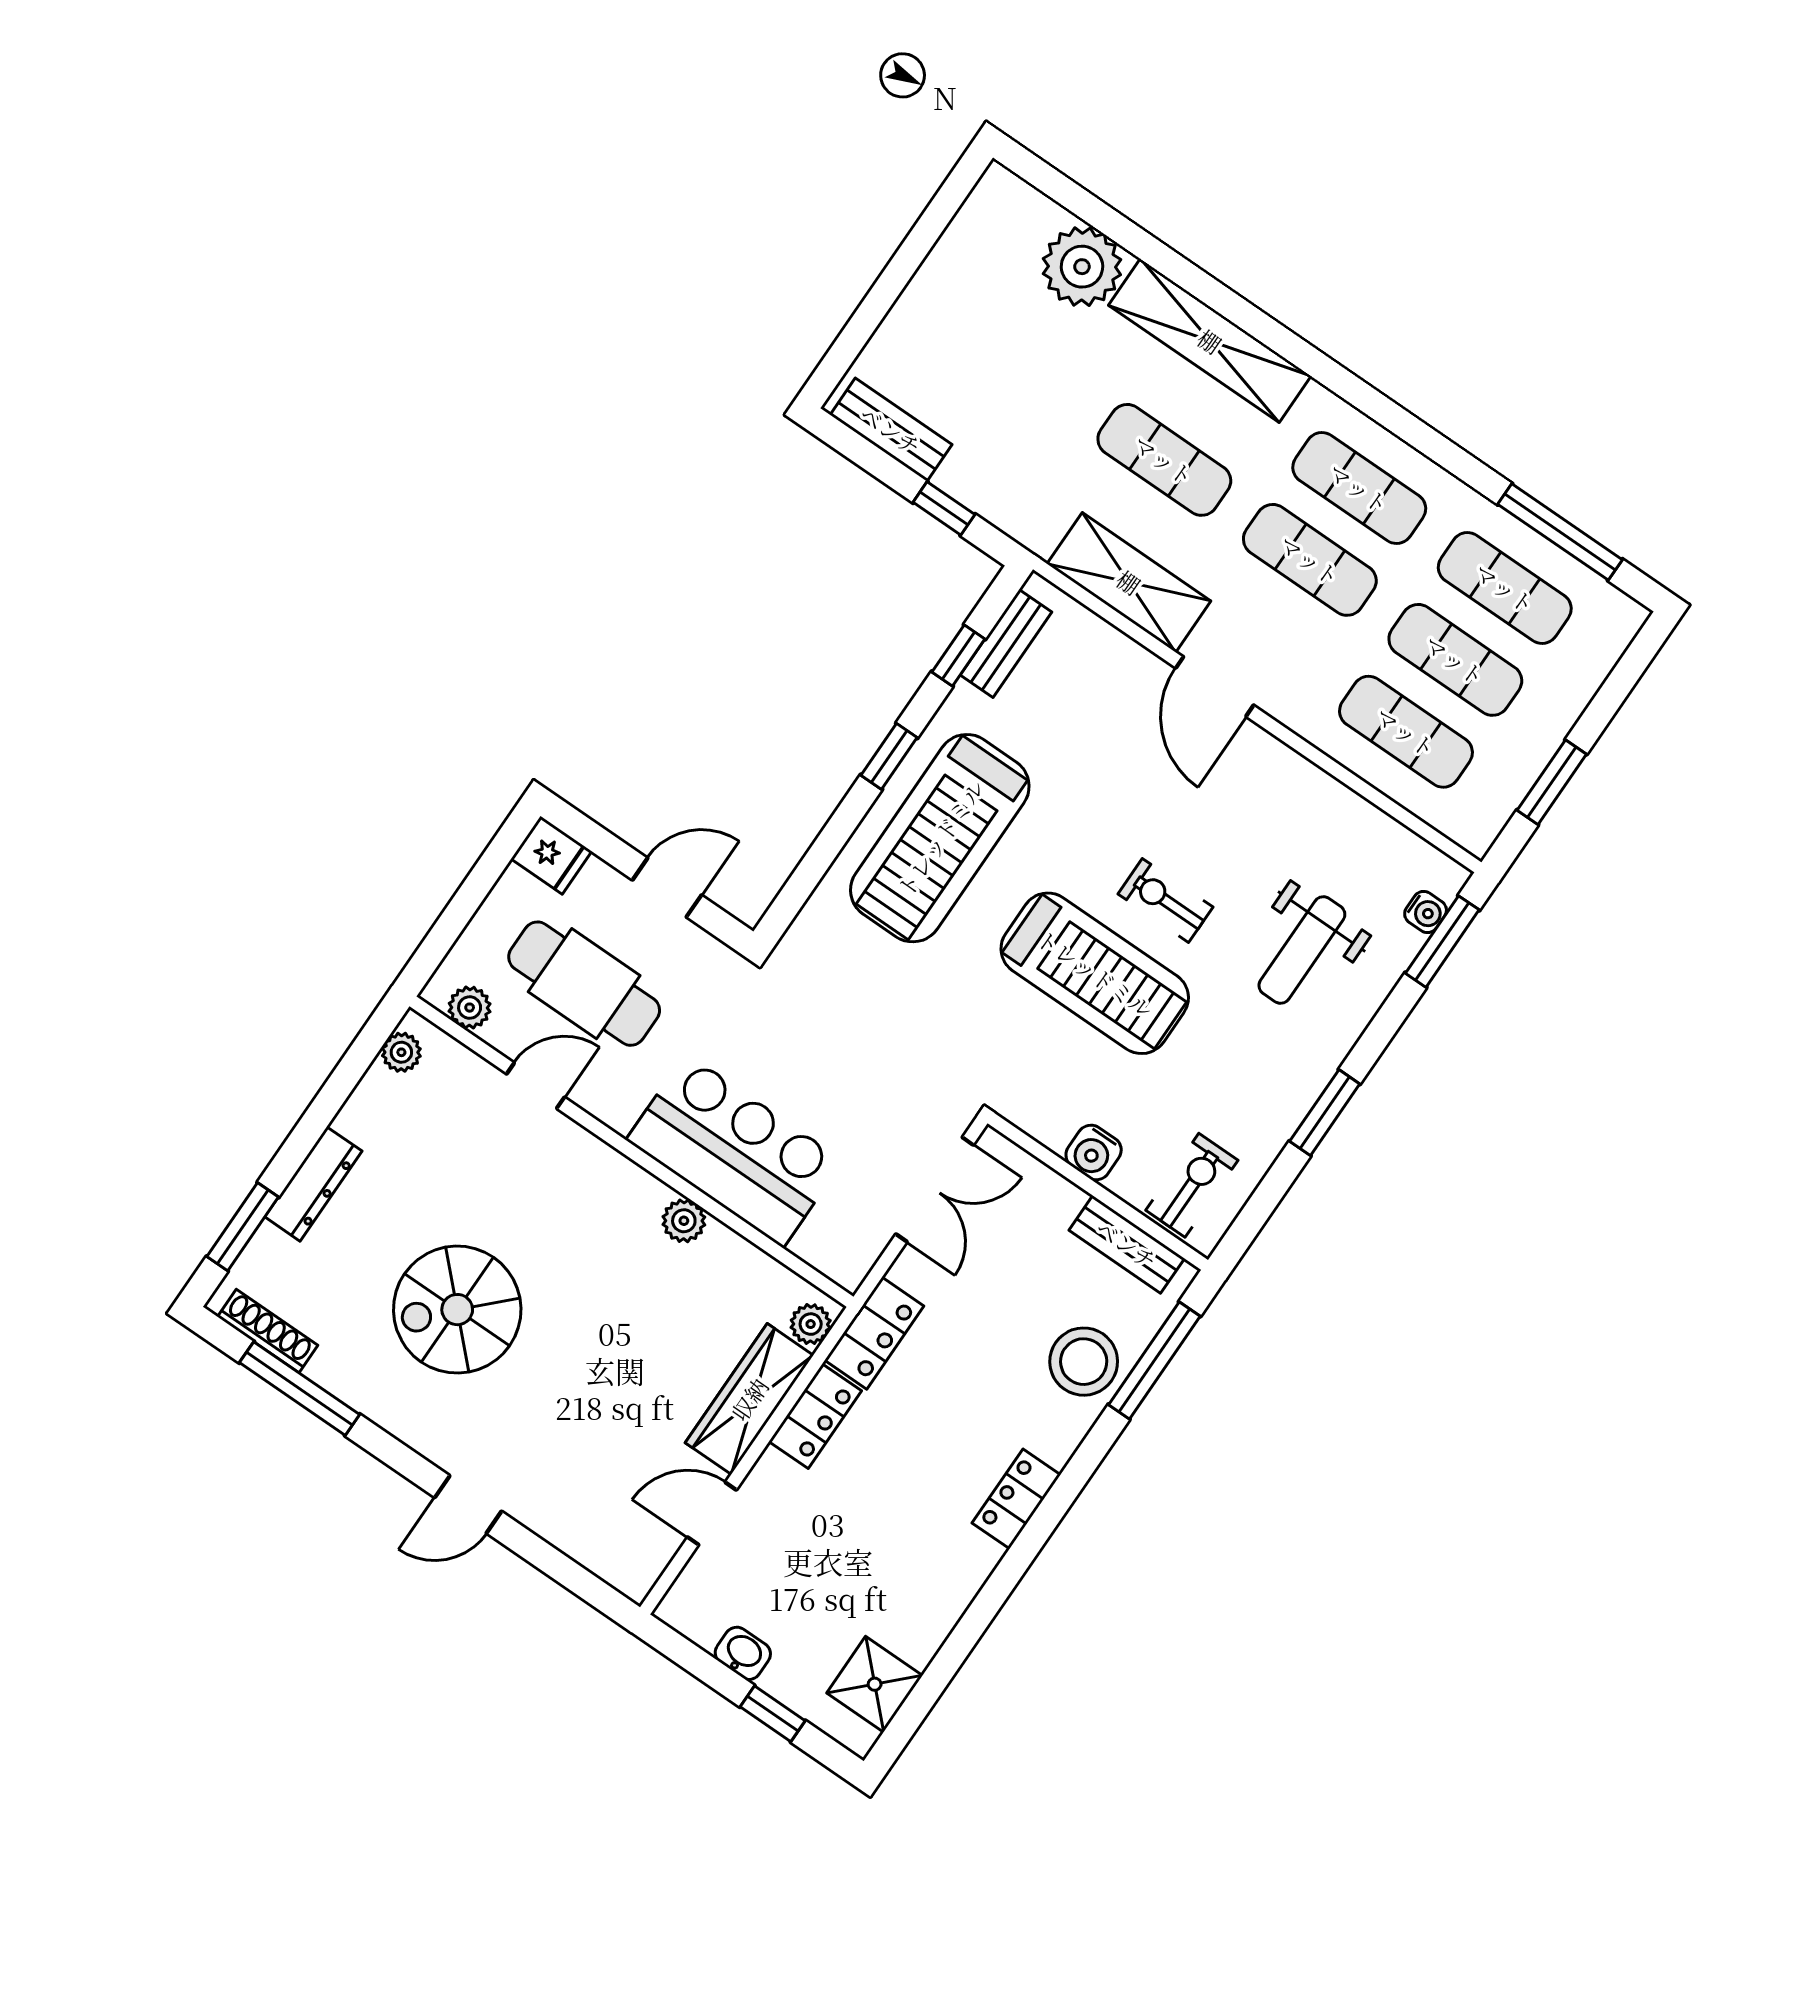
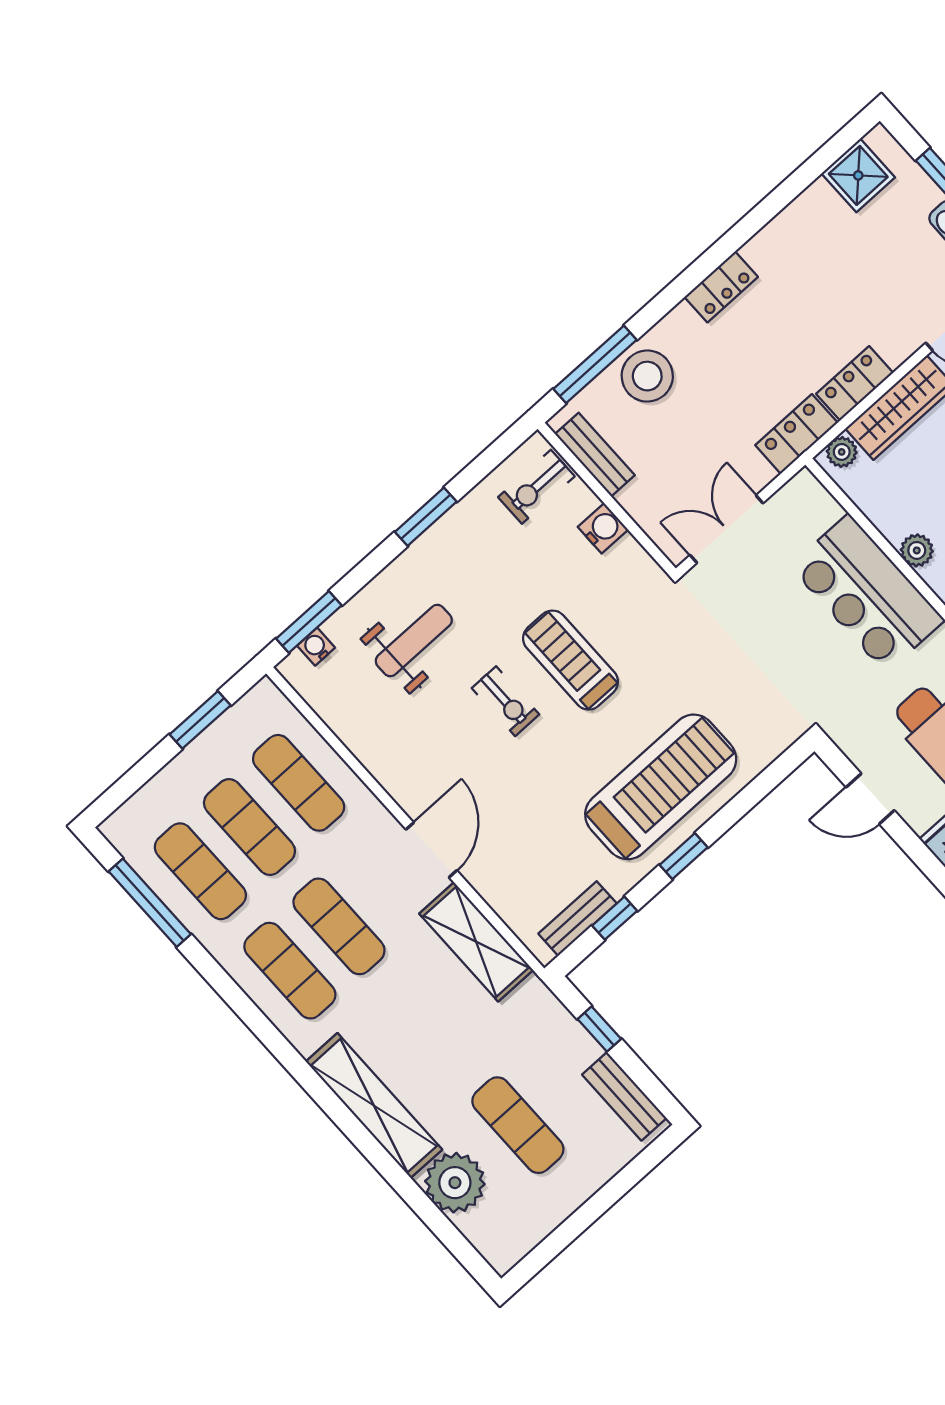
exercise mat: (1164, 460) -> (518, 1125), moved
treadmill: (1095, 973) -> (570, 660), width x0.73, depth x0.73

